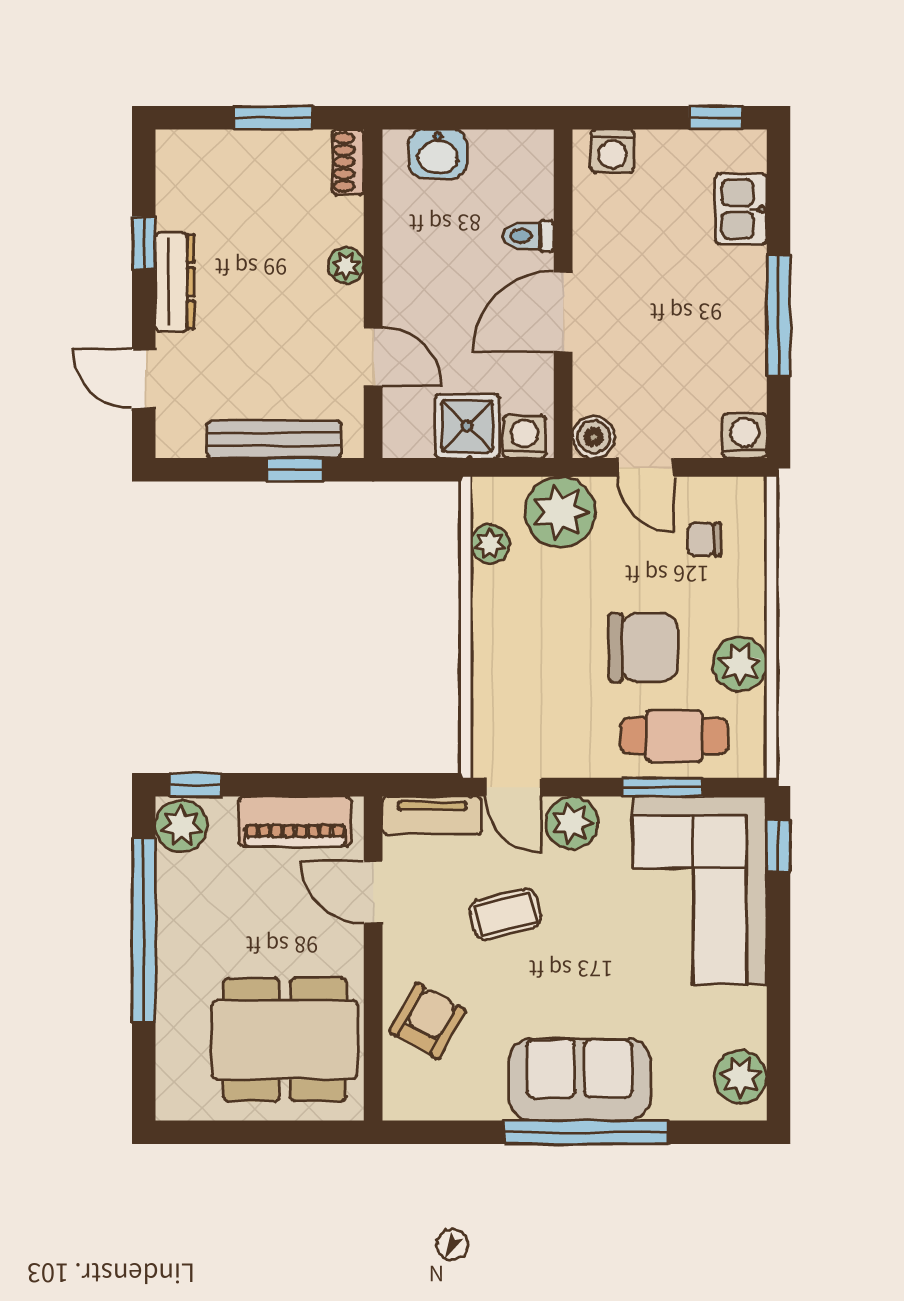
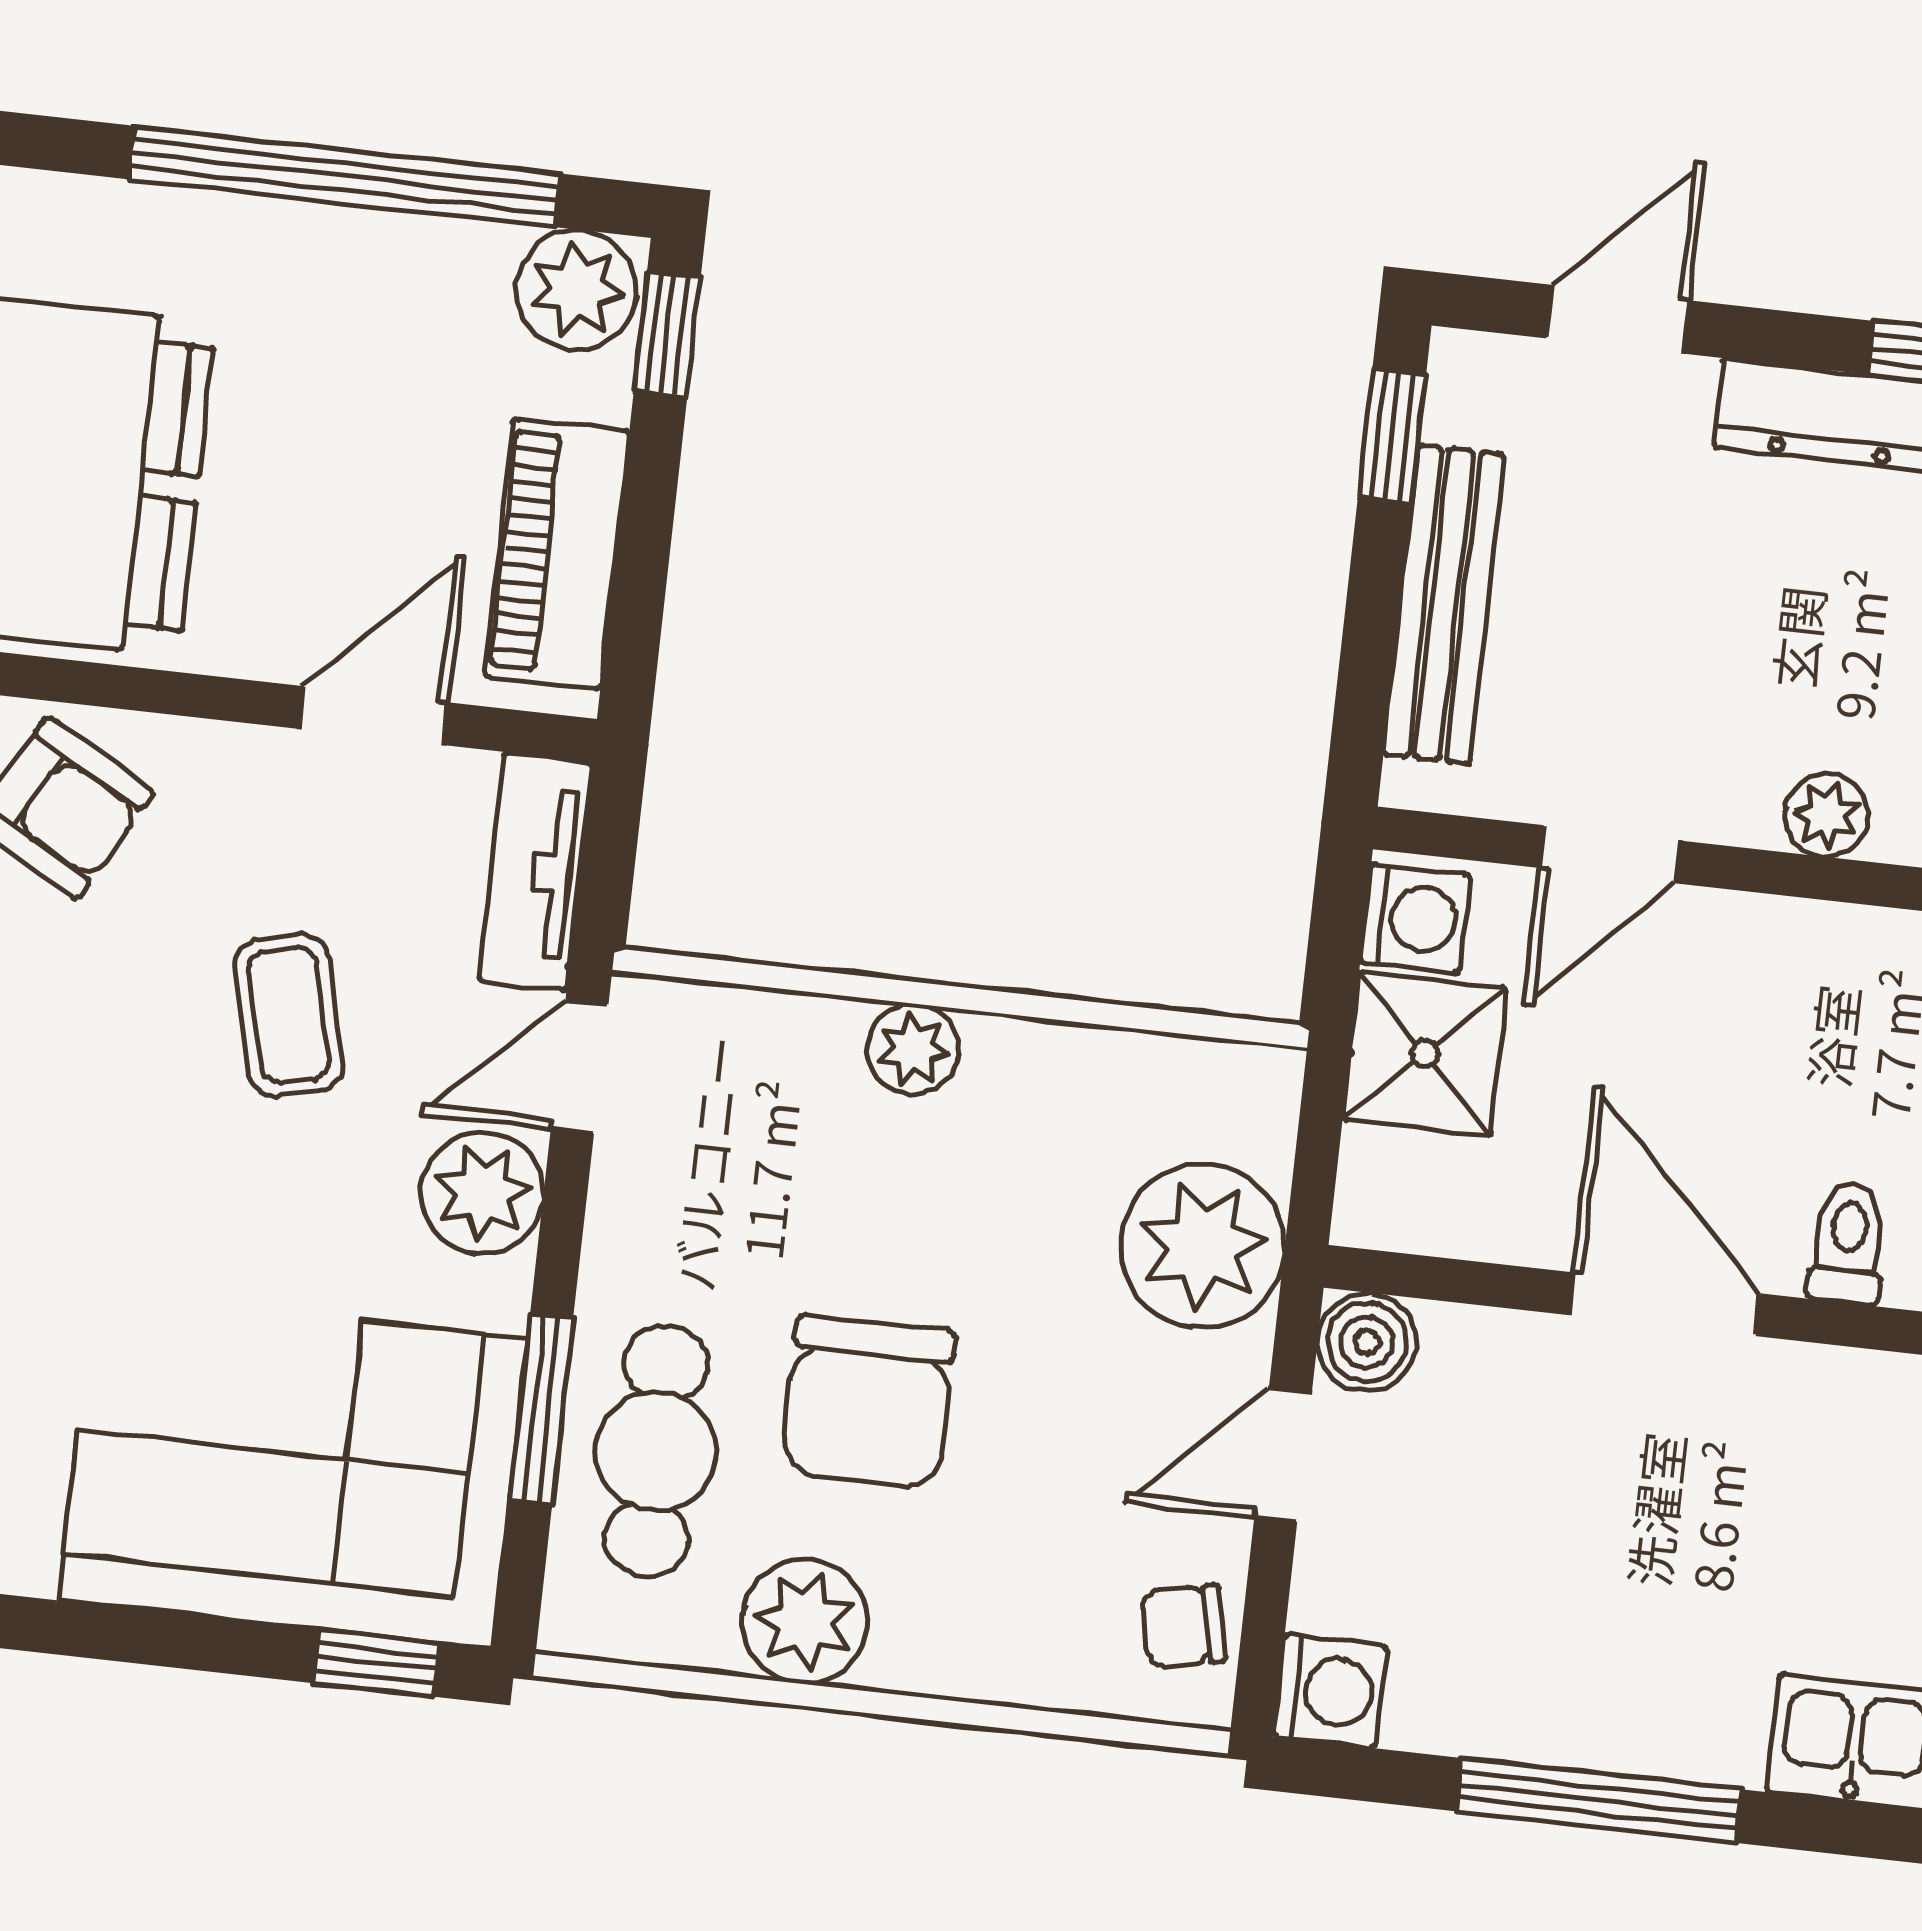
washing machine: (524, 437) -> (1415, 918), moved
window: (295, 470) -> (1392, 436), moved
chair: (704, 539) -> (1184, 1626), moved, turned -102
plant: (490, 544) -> (913, 1049), moved

